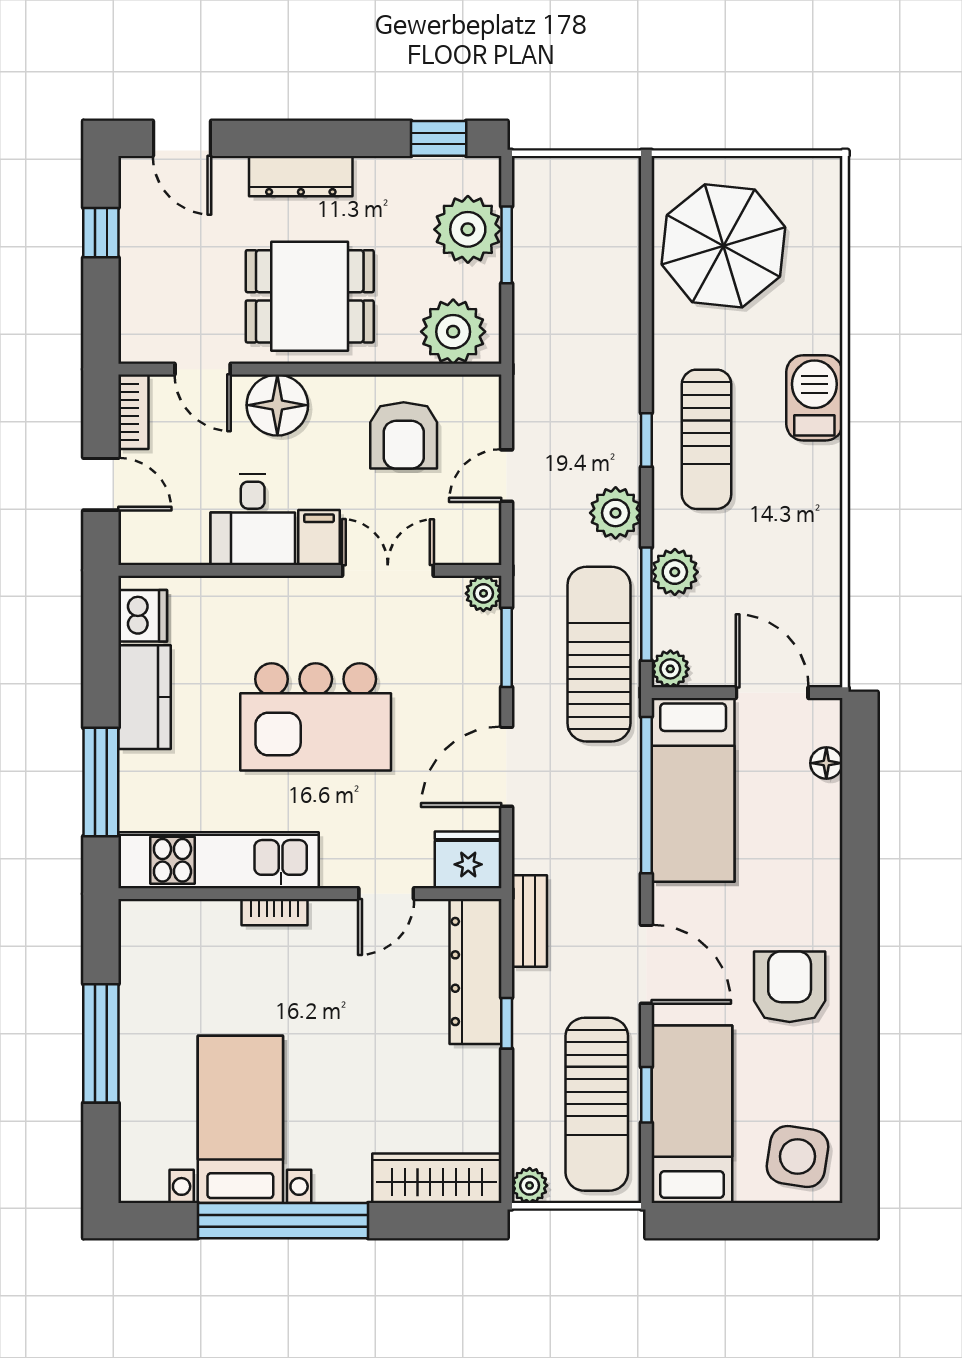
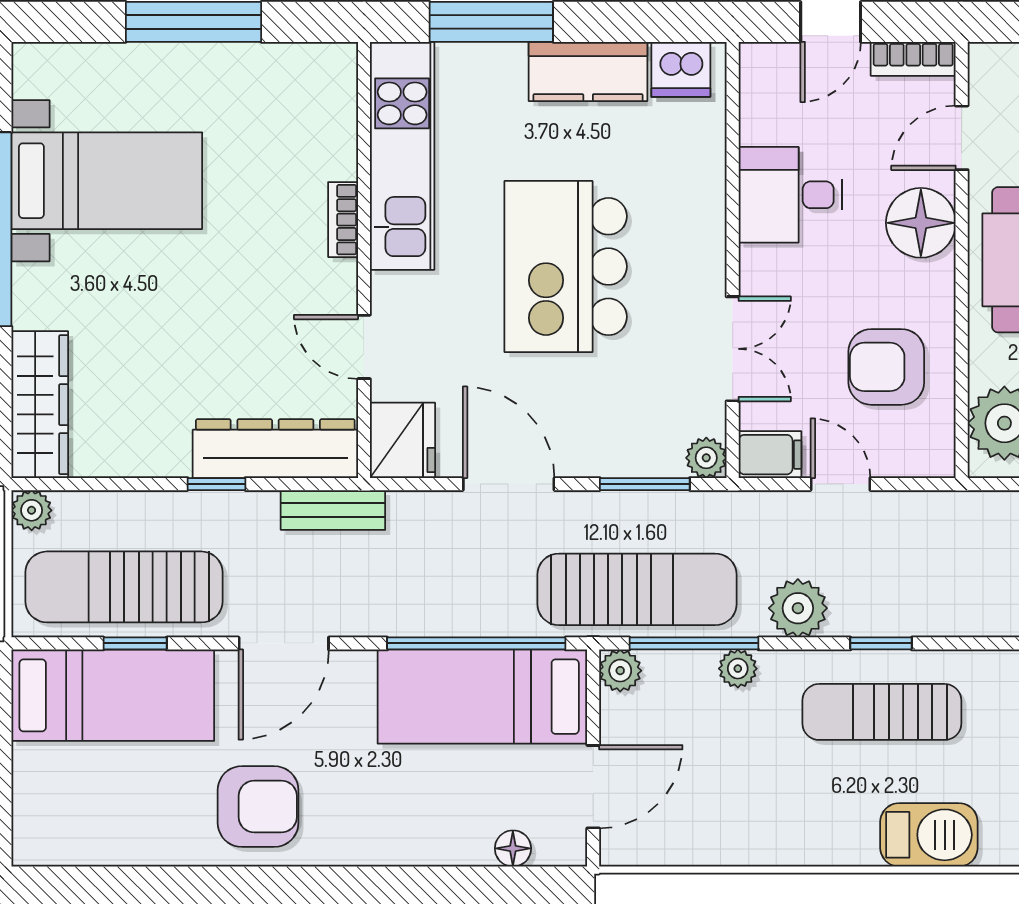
filing cabinet: (319, 537) -> (770, 455), moved
plant: (675, 572) -> (738, 669), width x0.73, depth x0.73
side table: (798, 1156) -> (65, 816), removed

